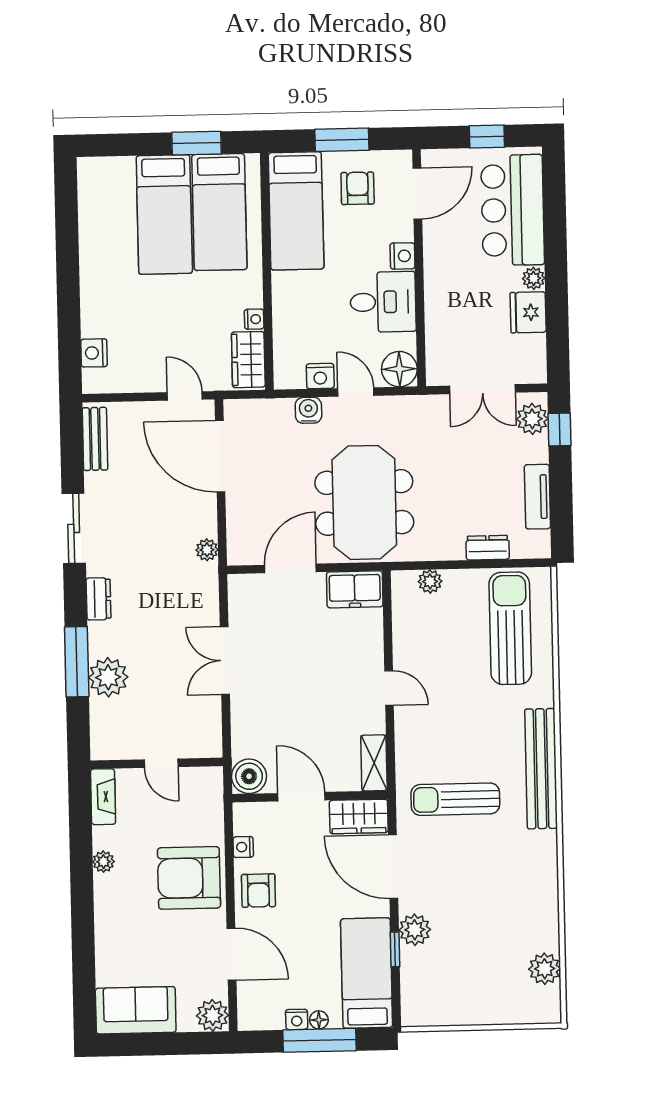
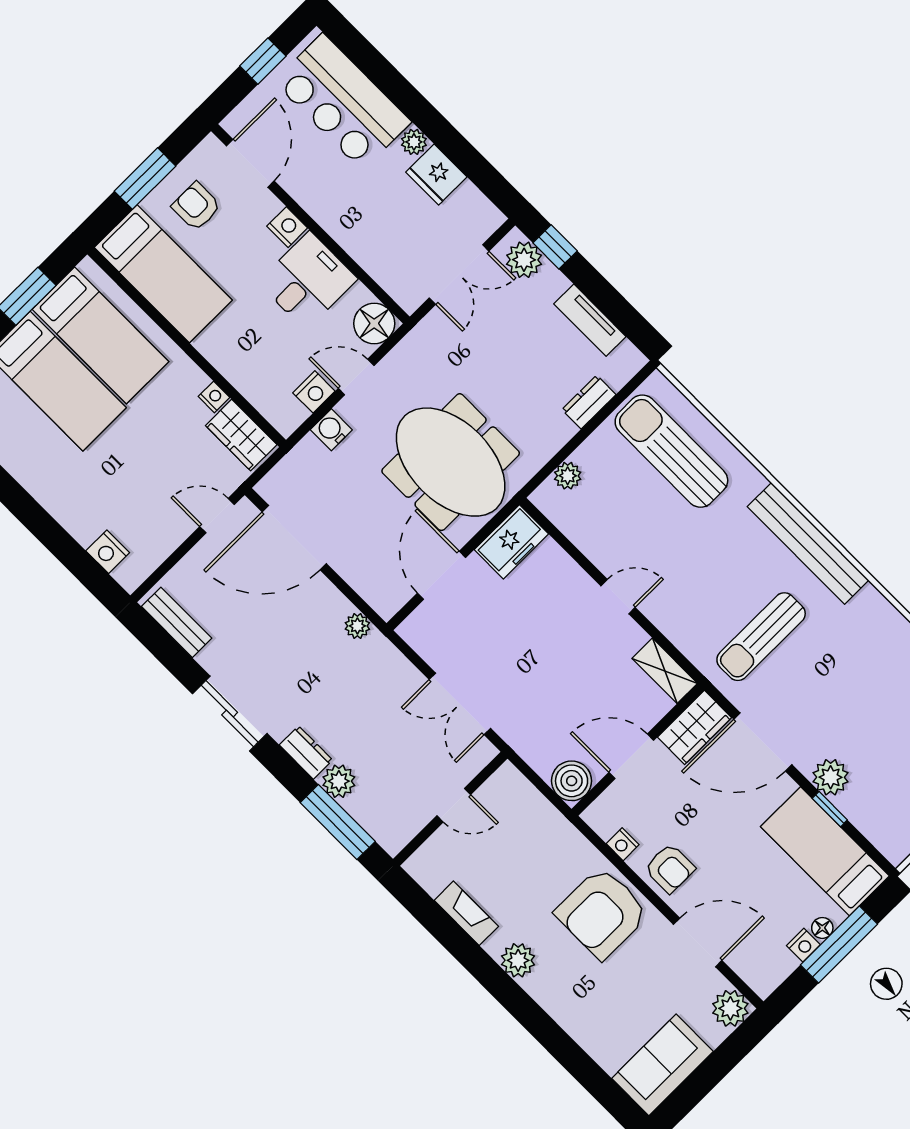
plant: (108, 677) -> (339, 781), moved, width x0.73, depth x0.73
wall: (157, 763) -> (450, 809), moved
door: (161, 763) -> (454, 805), moved
plant: (103, 862) -> (518, 960), width x1.38, depth x1.38

